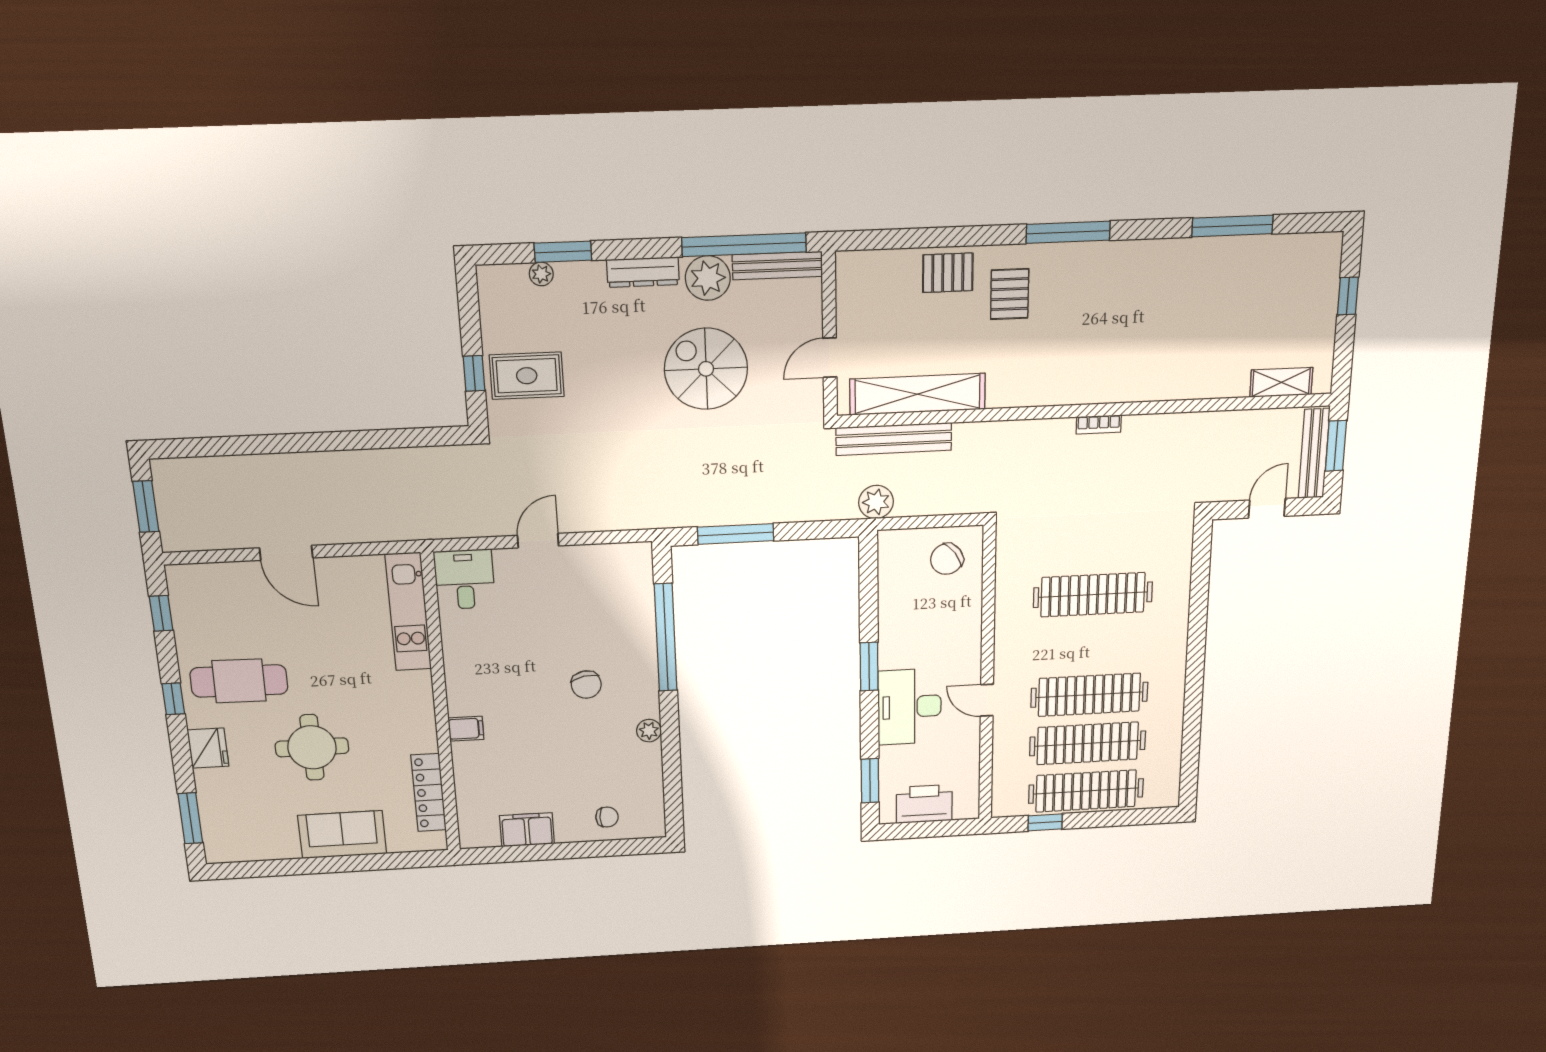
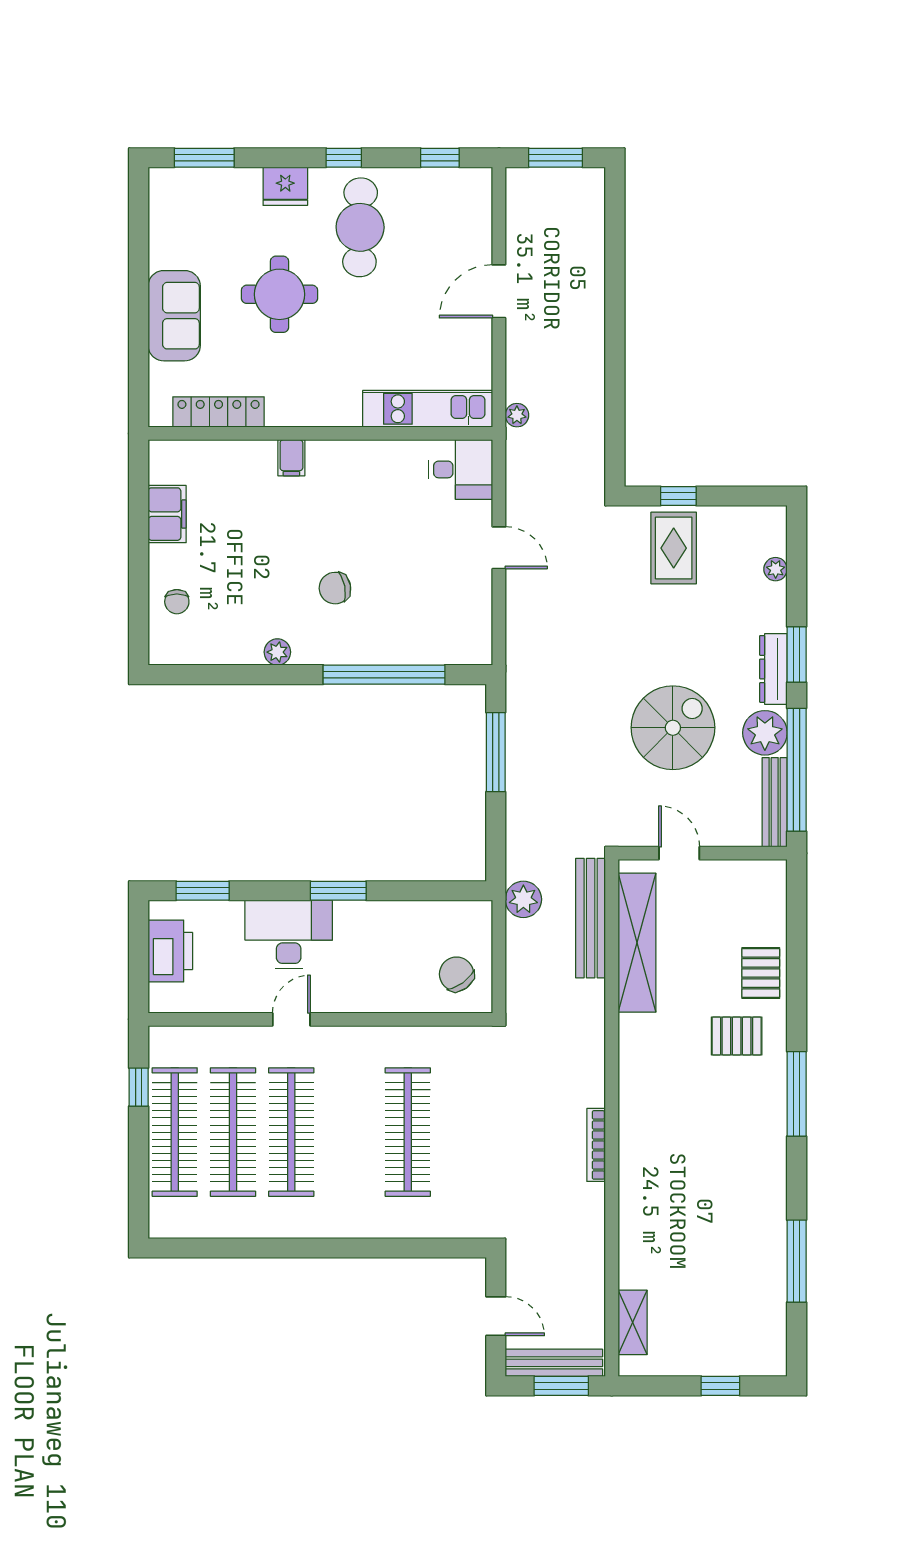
window: (563, 252) -> (797, 655), moved
bookcase: (1099, 425) -> (596, 1145), width x1.56
plant: (407, 530) -> (517, 415), added

